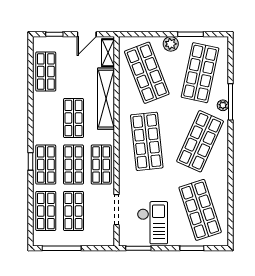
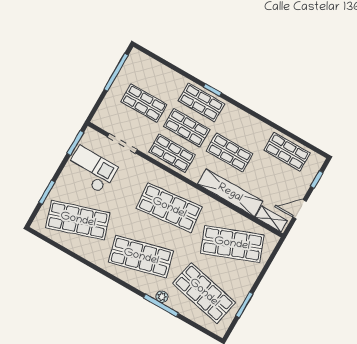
door: (87, 34) -> (300, 209), hinge flipped
plant: (171, 44) -> (246, 281), removed
shop shelf: (200, 141) -> (141, 257), turned -39
shop shelf: (46, 211) -> (159, 78), removed
checkout: (153, 223) -> (91, 170), turned 180

